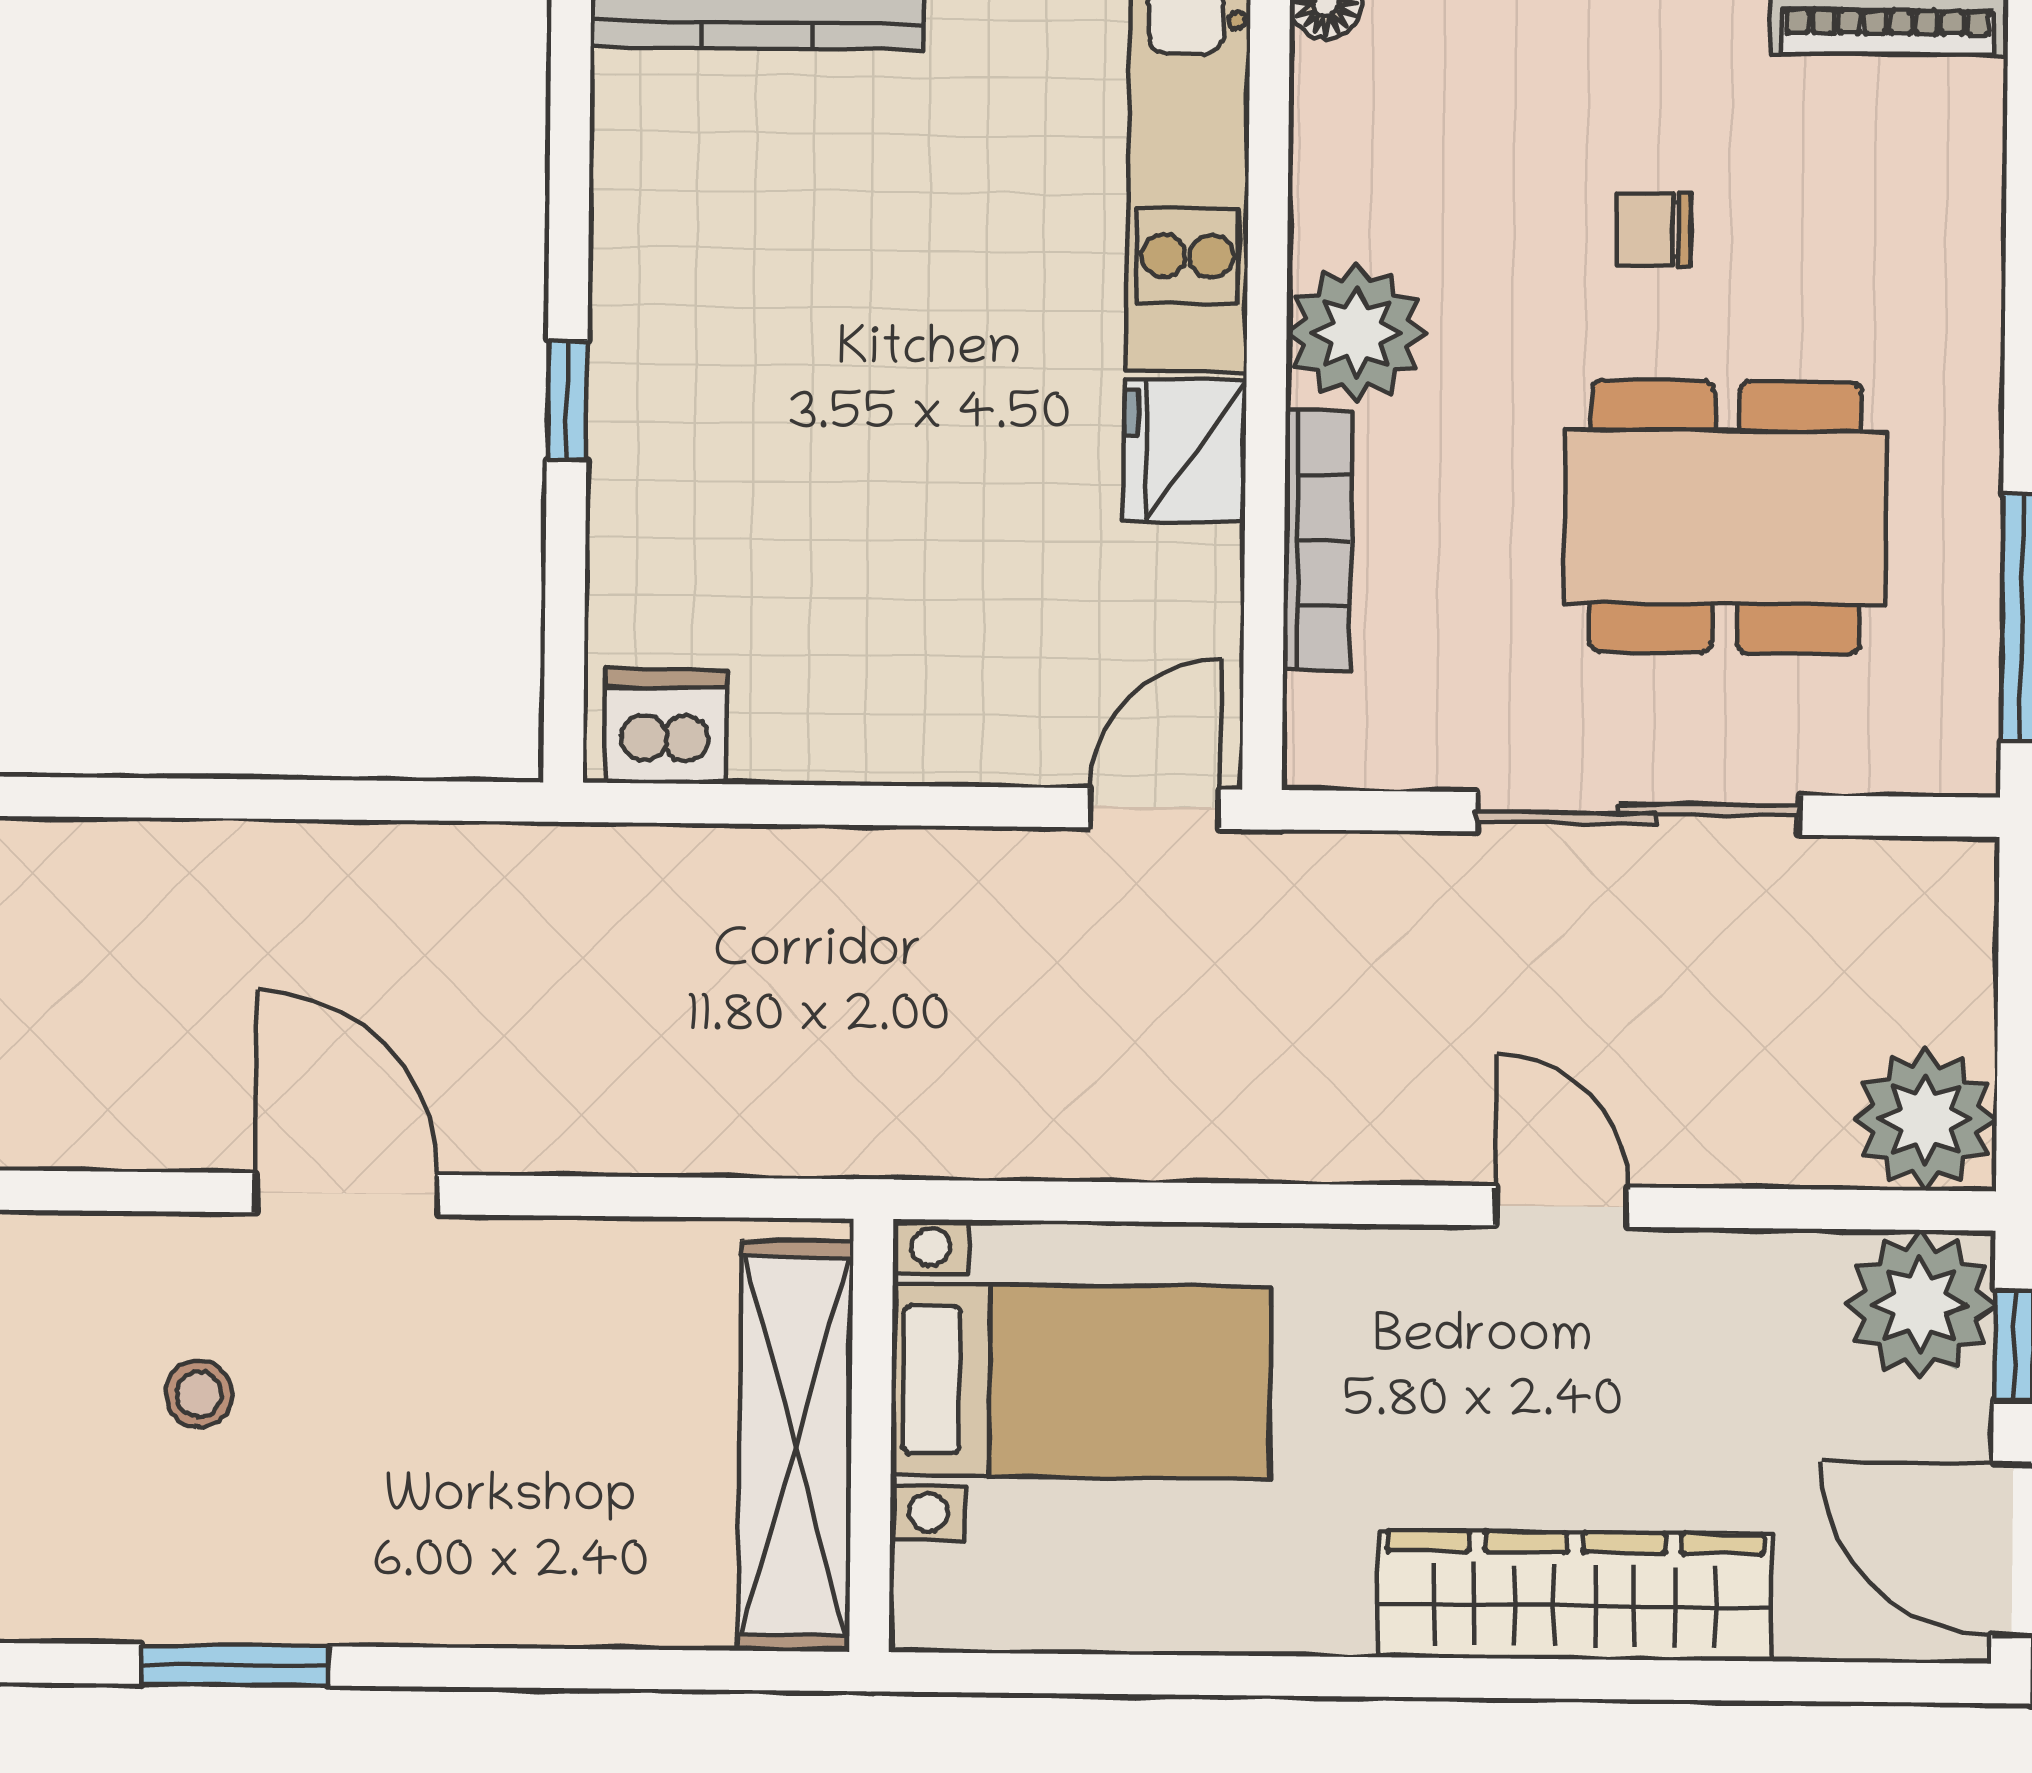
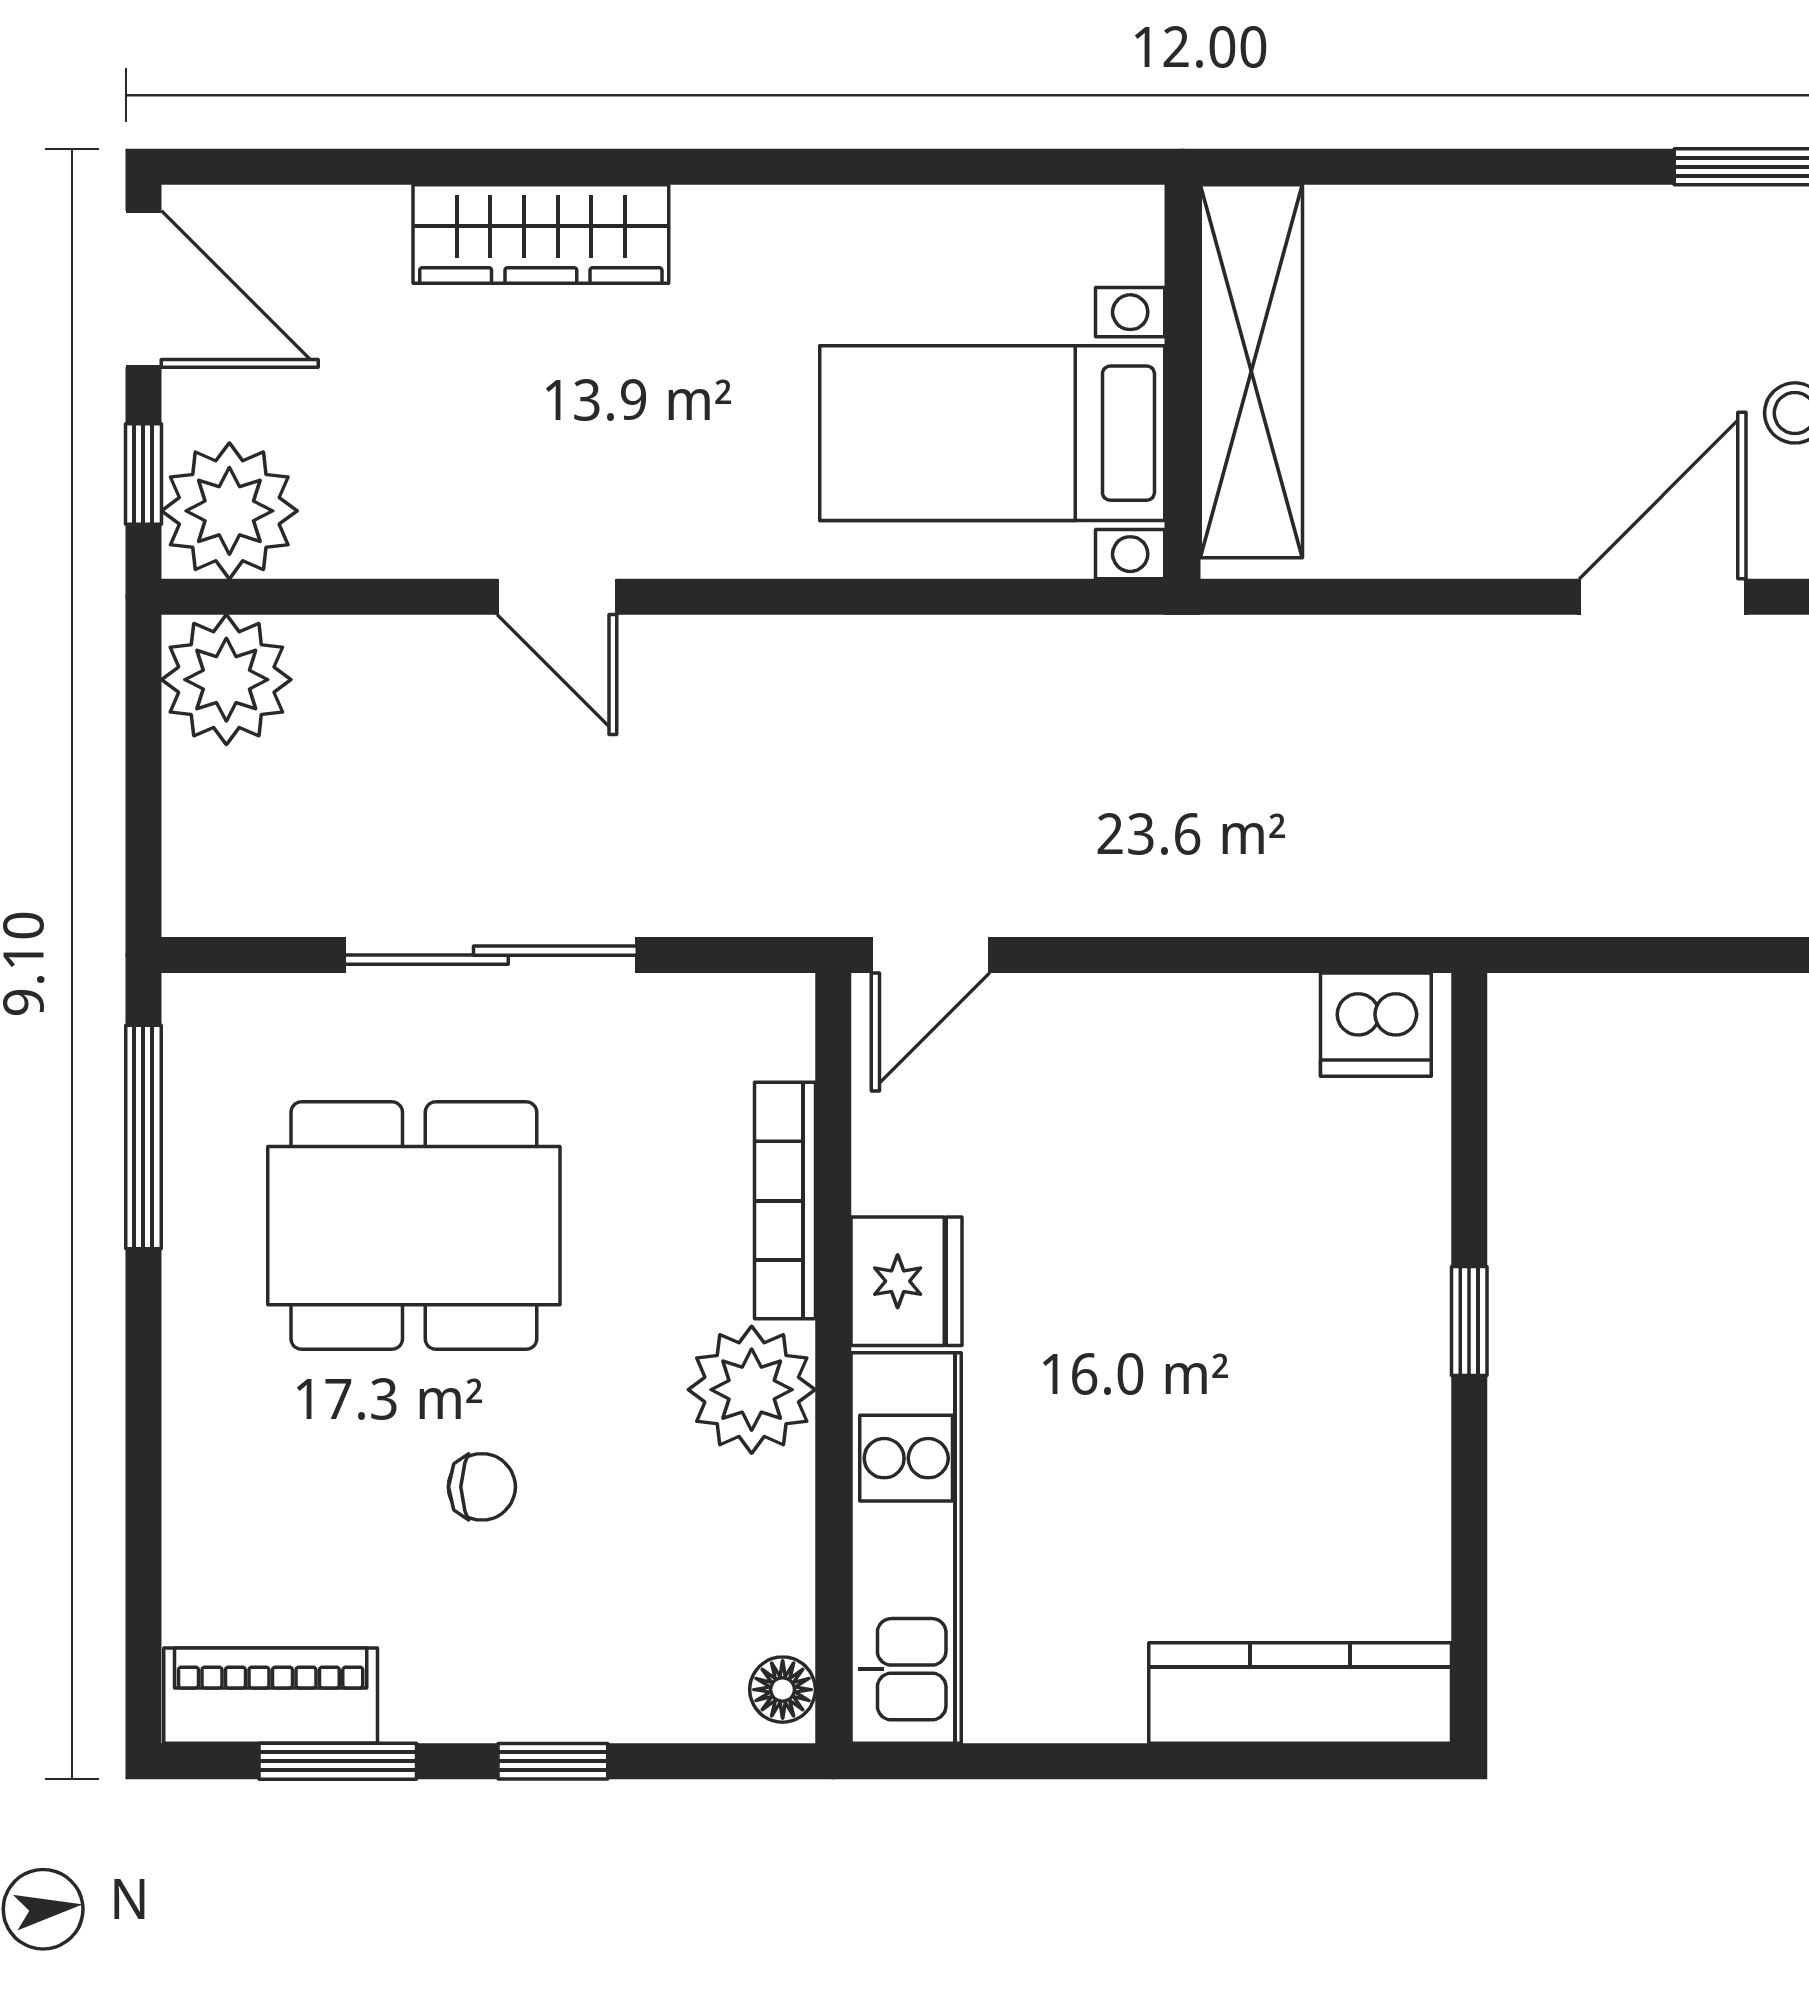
door: (346, 1194) -> (1663, 597), swing flipped
wardrobe: (1575, 1596) -> (541, 234), width x0.71, depth x0.85

